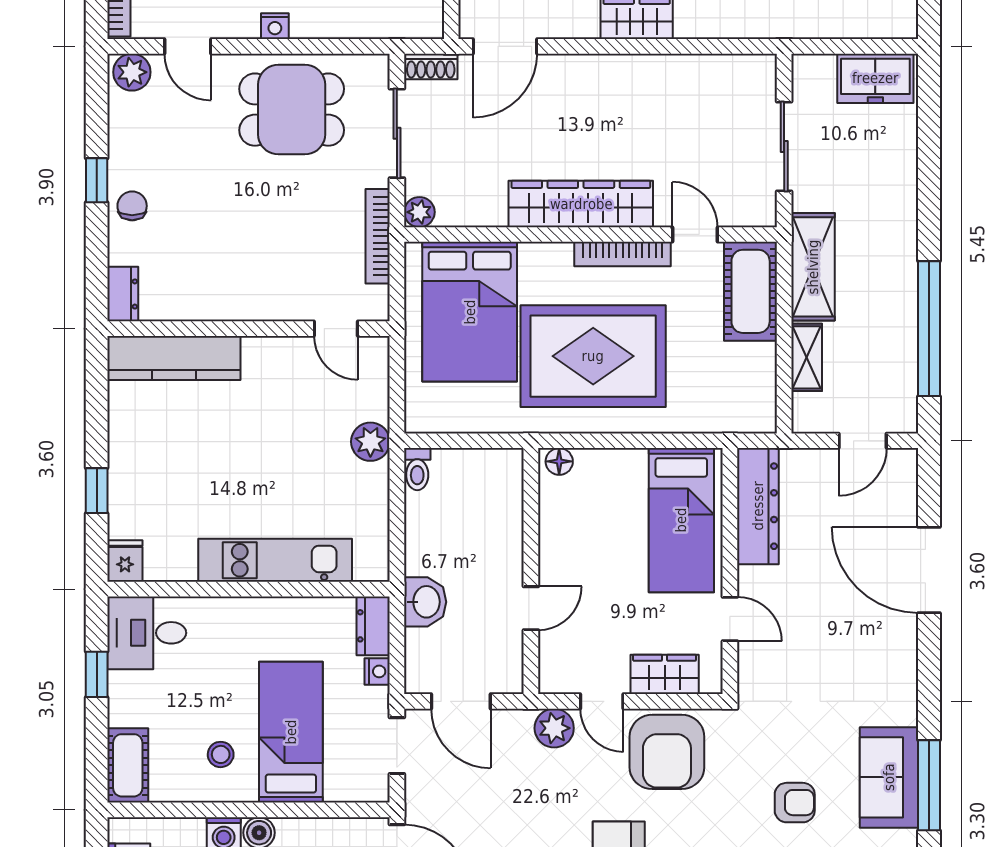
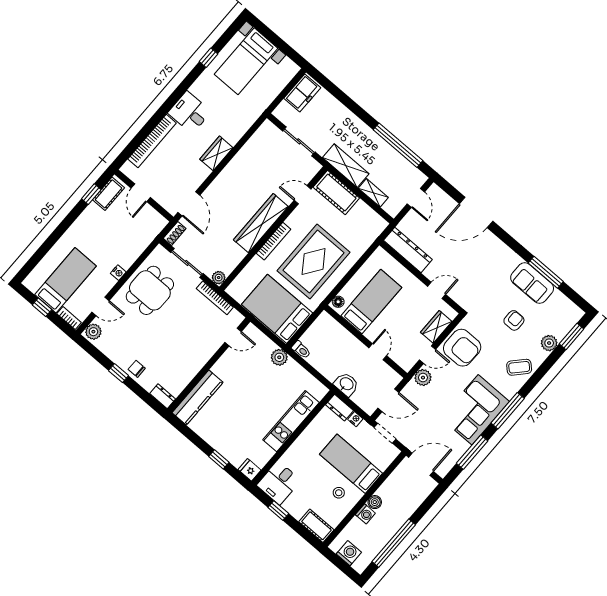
bookcase: (623, 254) -> (274, 241), moved
bed: (470, 312) -> (277, 309), moved, turned 180
bed: (681, 520) -> (371, 302), moved, turned -90

